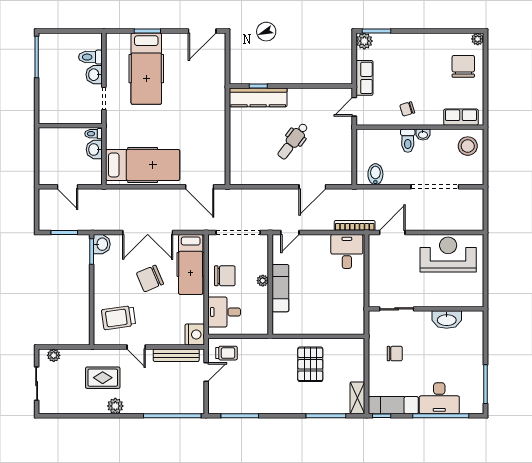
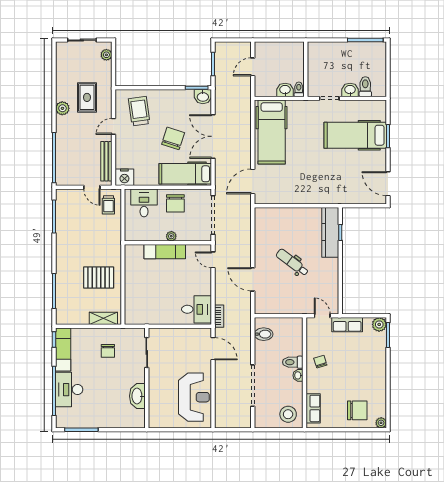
bookcase: (355, 225) -> (219, 316), width x0.64
chair: (150, 278) -> (173, 138), turned 41
shelving: (357, 398) -> (103, 318), moved

